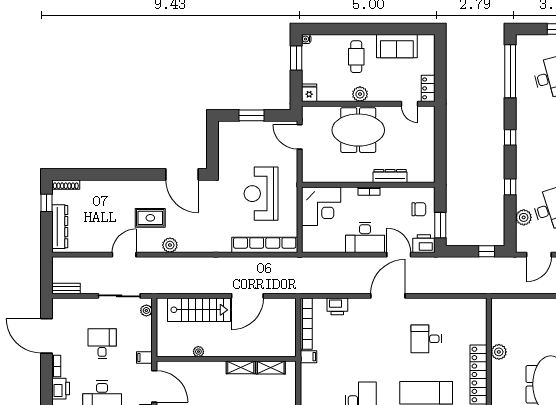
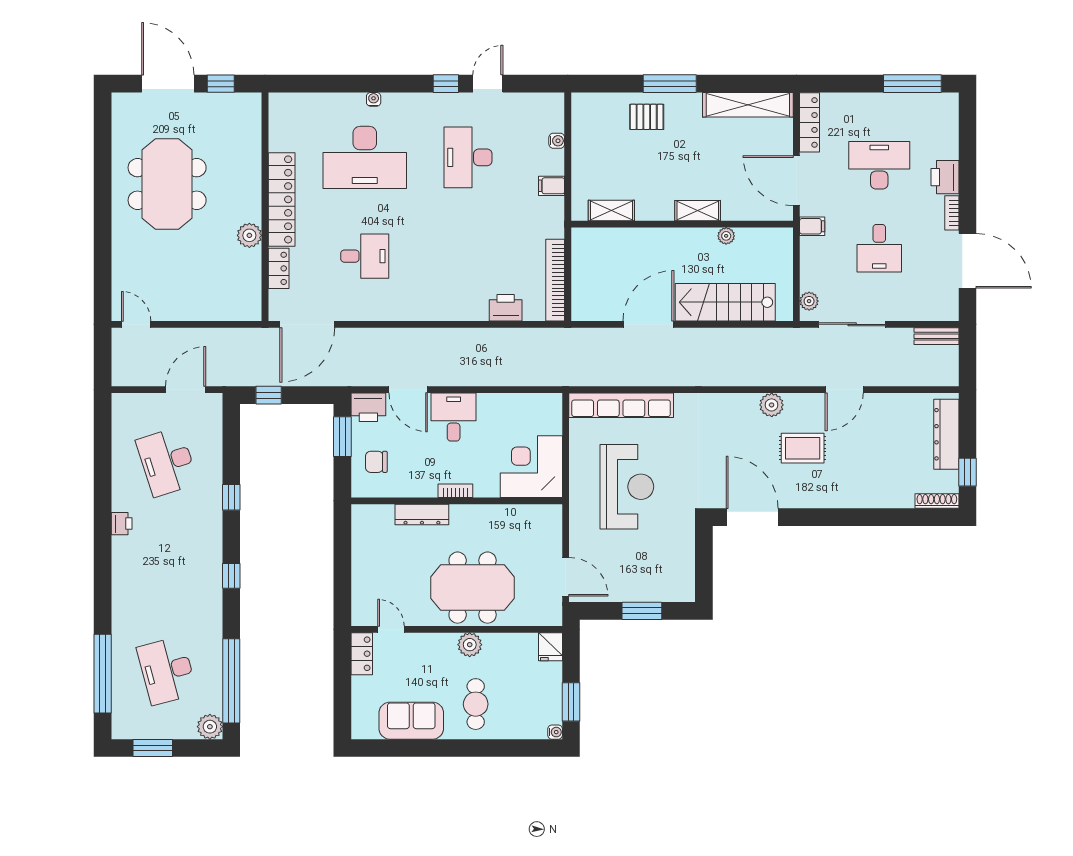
plant: (524, 217) -> (210, 727), moved
desk: (365, 237) -> (454, 417), width x0.73
door: (388, 296) -> (307, 324), moved
locker: (480, 331) -> (279, 268), added
filing cabinet: (308, 357) -> (552, 186), moved
shelving: (241, 367) -> (698, 211), moved

